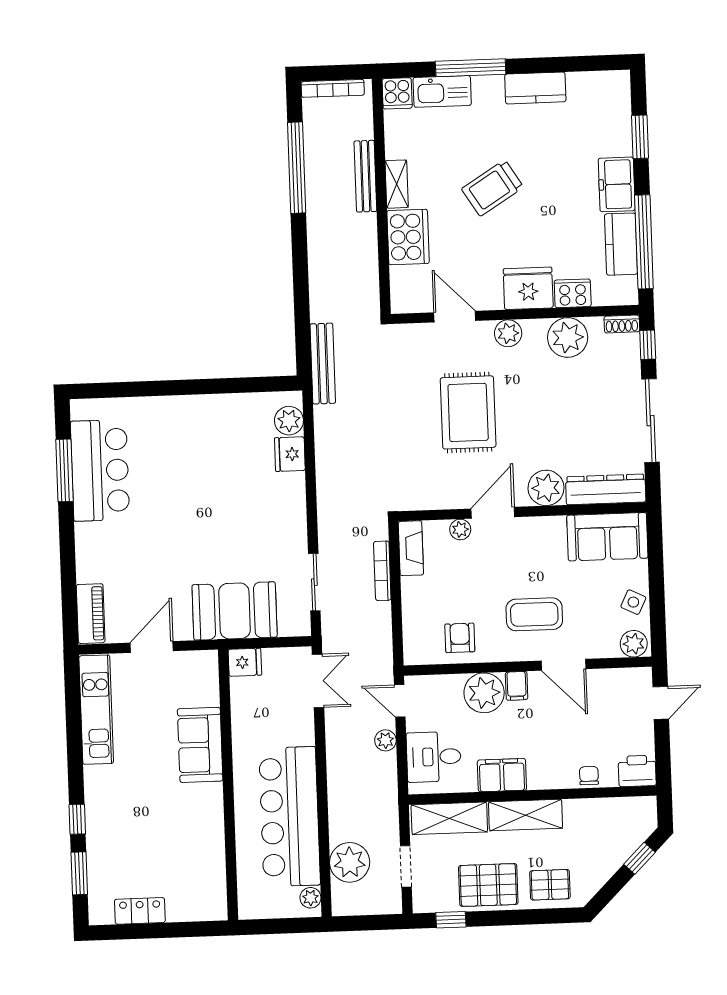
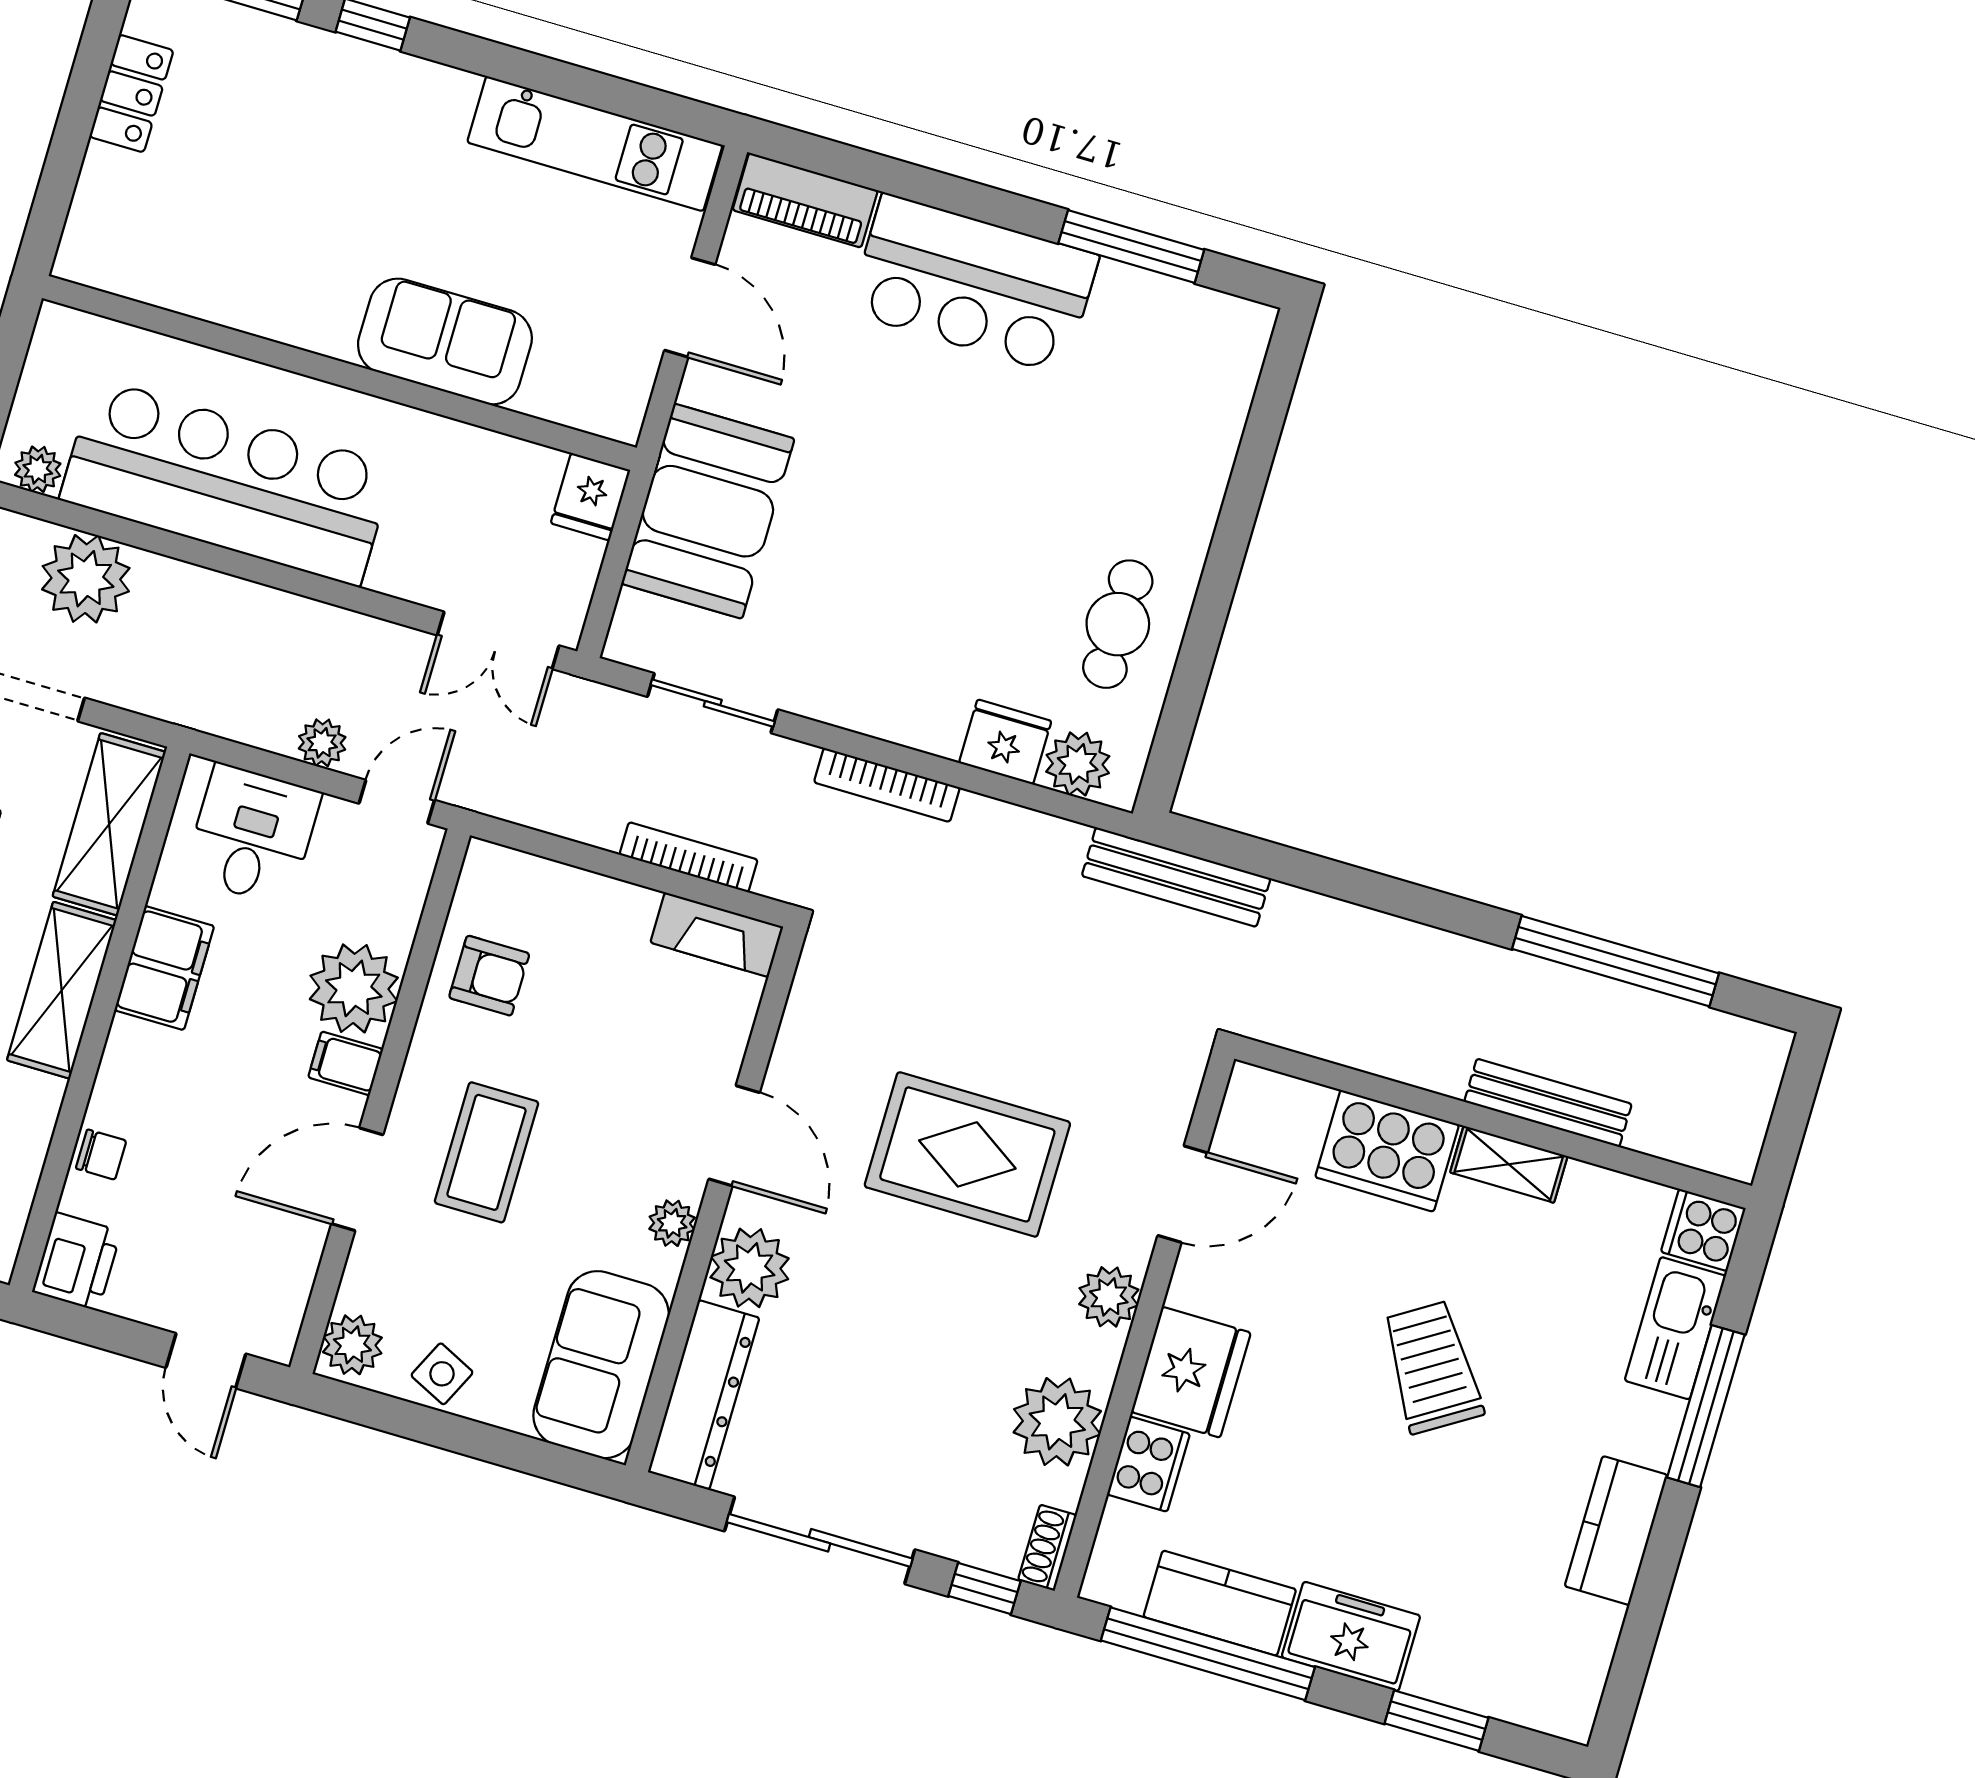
bookcase: (333, 88) -> (887, 785), moved, turned -90
cafe table: (225, 423) -> (1118, 624), added
bar counter: (100, 470) -> (974, 284), moved
plant: (460, 529) -> (672, 1223), moved

